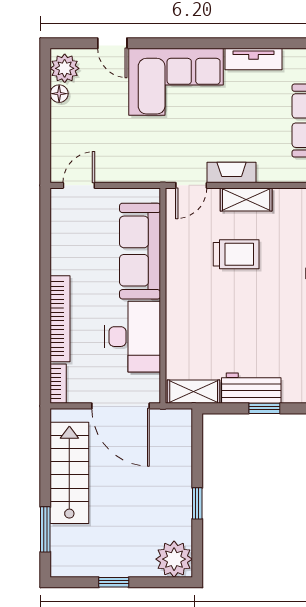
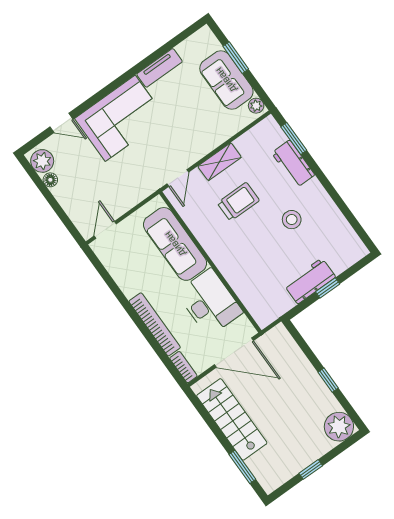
fireplace: (232, 173) -> (198, 151), removed
stool: (278, 312) -> (292, 220), added
shelving: (194, 392) -> (274, 310), removed

